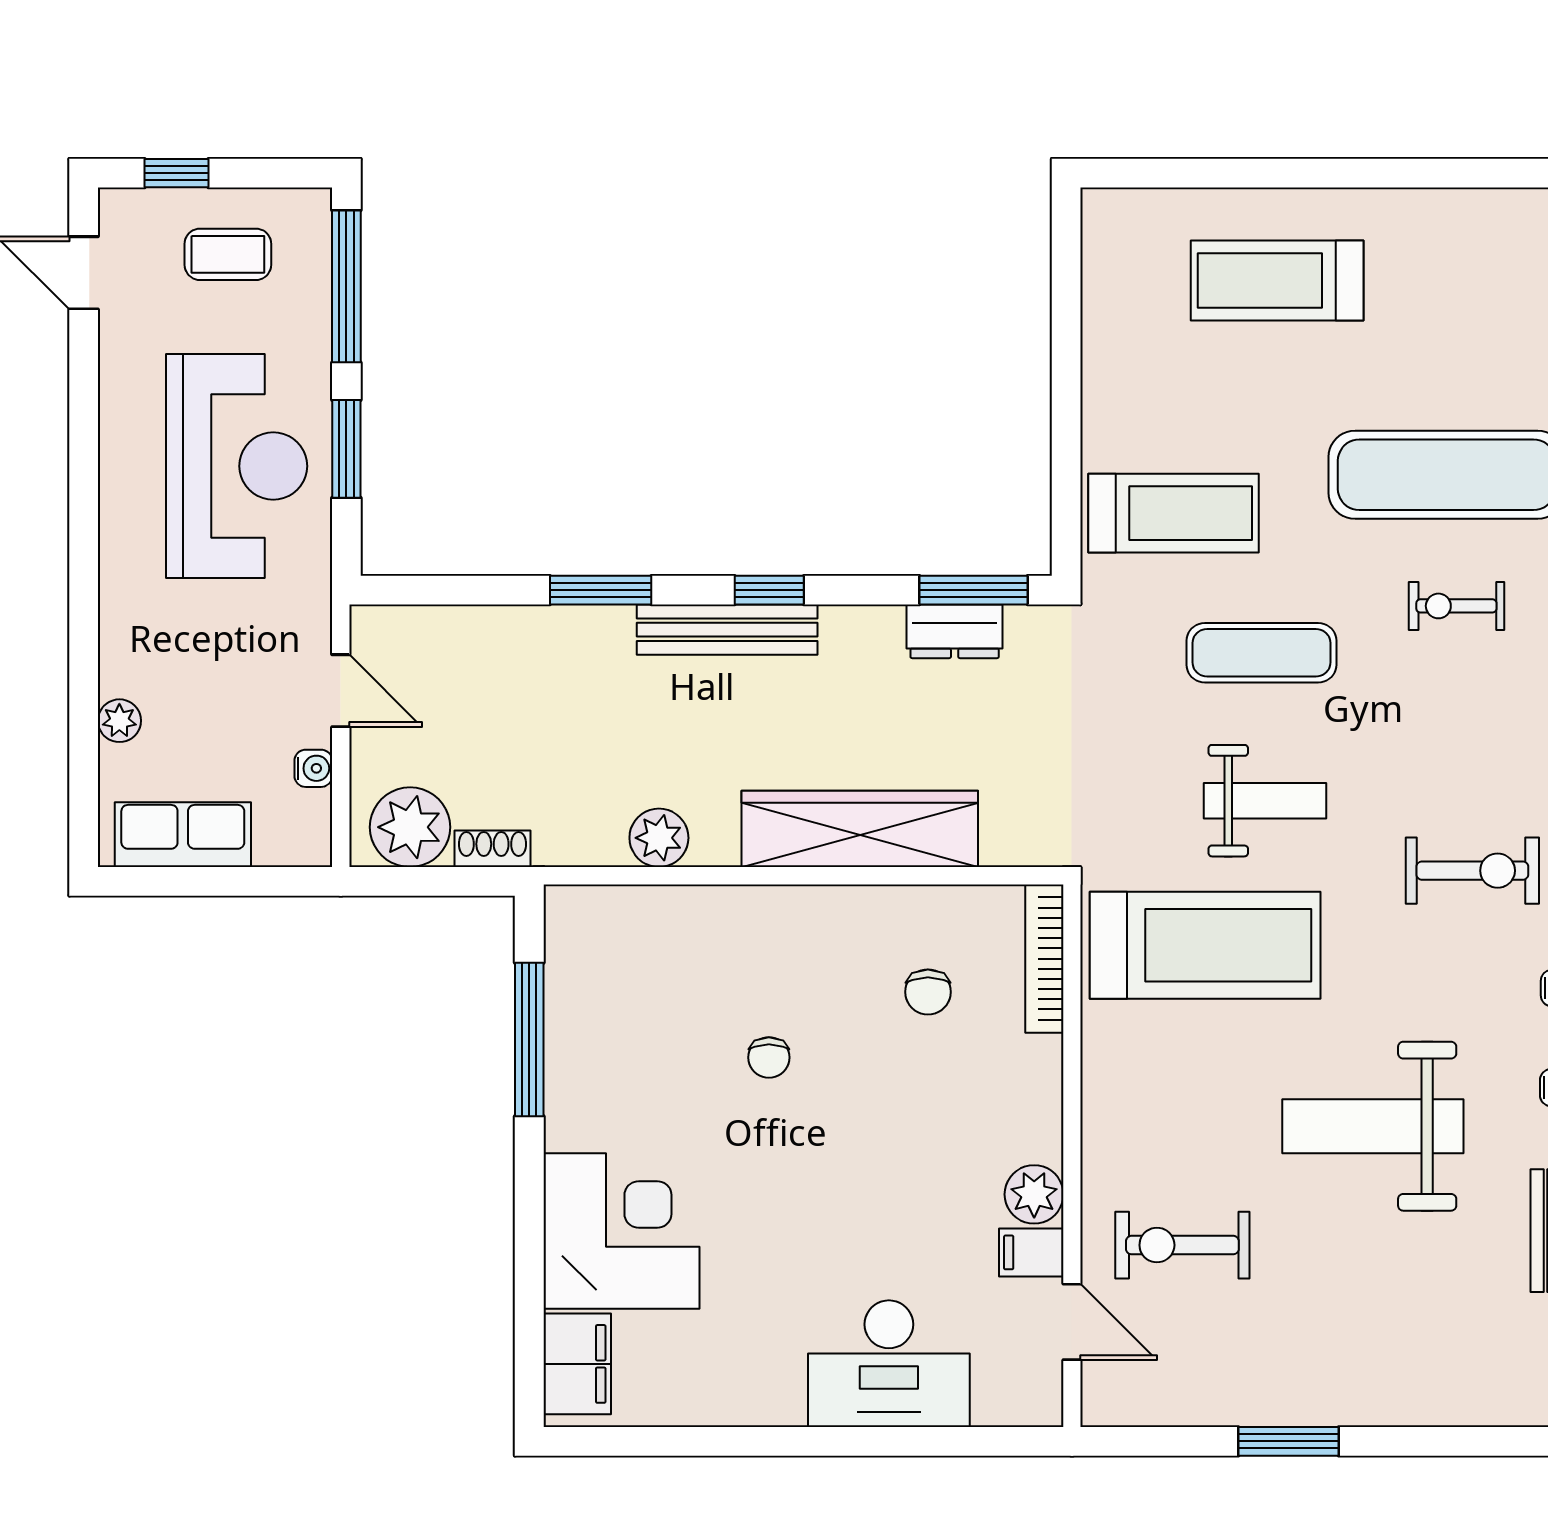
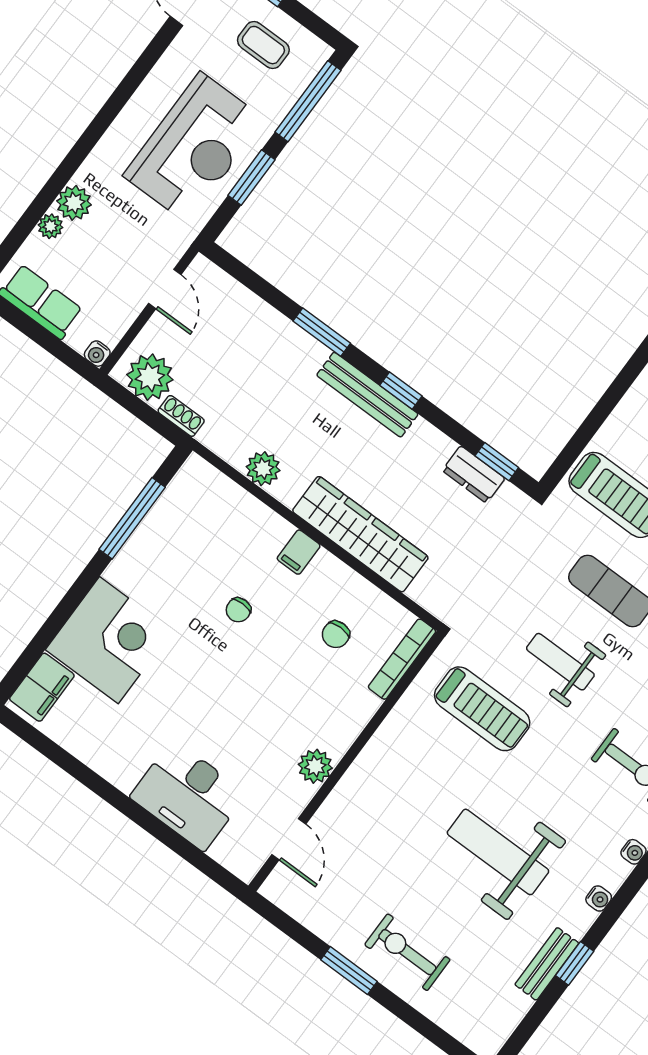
window: (974, 590) -> (497, 462), width x0.67
plant: (128, 665) -> (74, 203), added
water cooler: (313, 768) -> (97, 354), moved, turned 90
weight bench: (1265, 801) -> (560, 662), turned 180
treadmill: (1205, 945) -> (482, 709), width x0.73, depth x0.73
exercise bike: (1182, 1245) -> (407, 952), moved
filing cabinet: (1031, 1252) -> (299, 552), moved, turned -90

